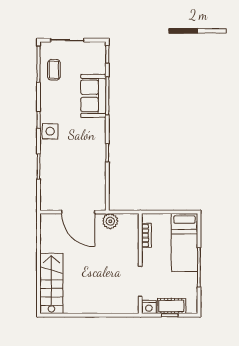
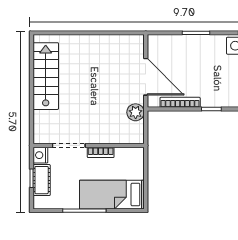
bookcase: (101, 181) -> (180, 102), added
door: (78, 212) -> (146, 77), swing flipped
bookcase: (146, 235) -> (101, 152), moved
stairs: (51, 283) -> (46, 76), moved, turned -90

